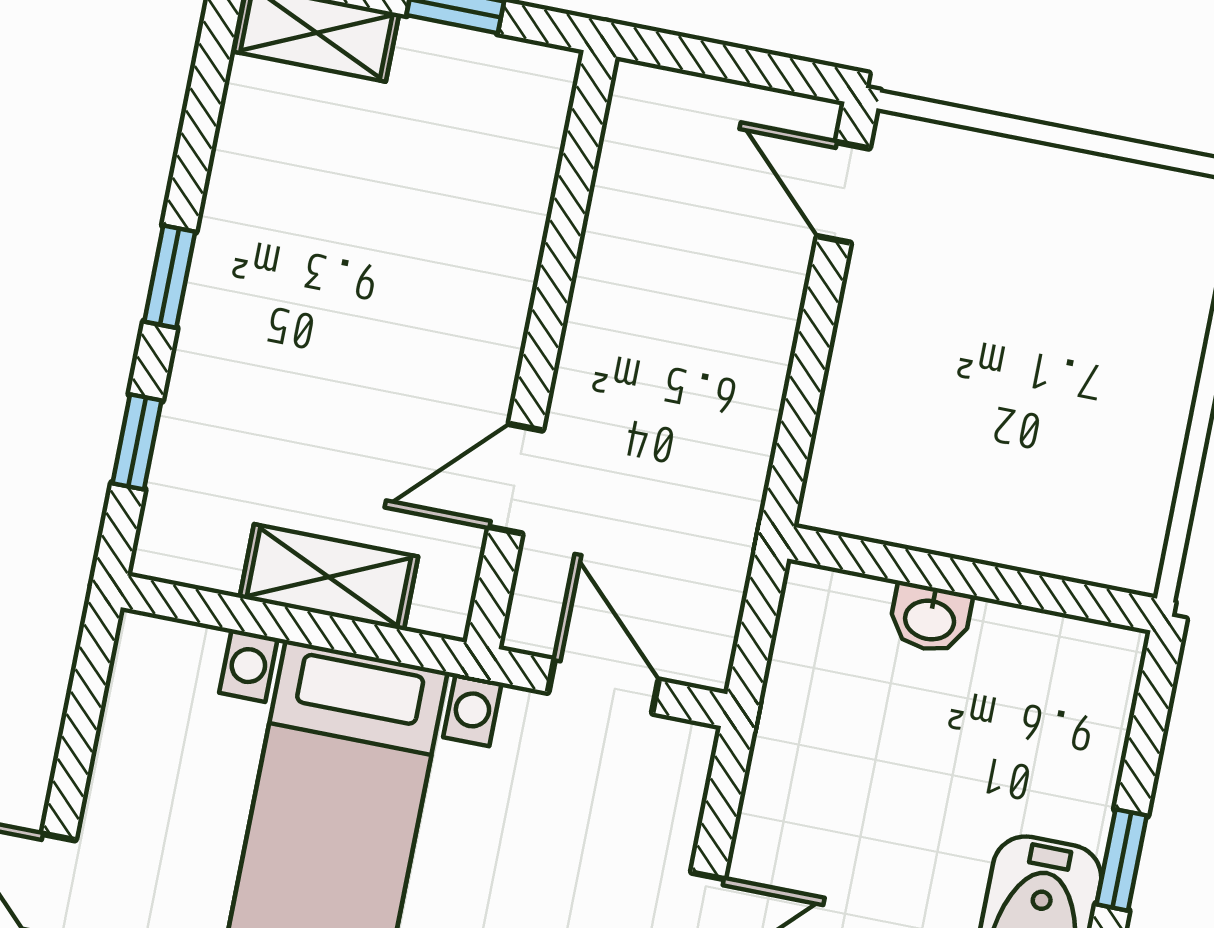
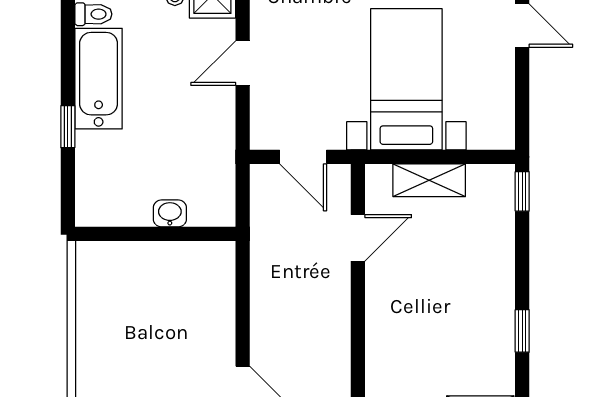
window: (170, 277) -> (522, 331), moved
window: (137, 442) -> (522, 191), moved

